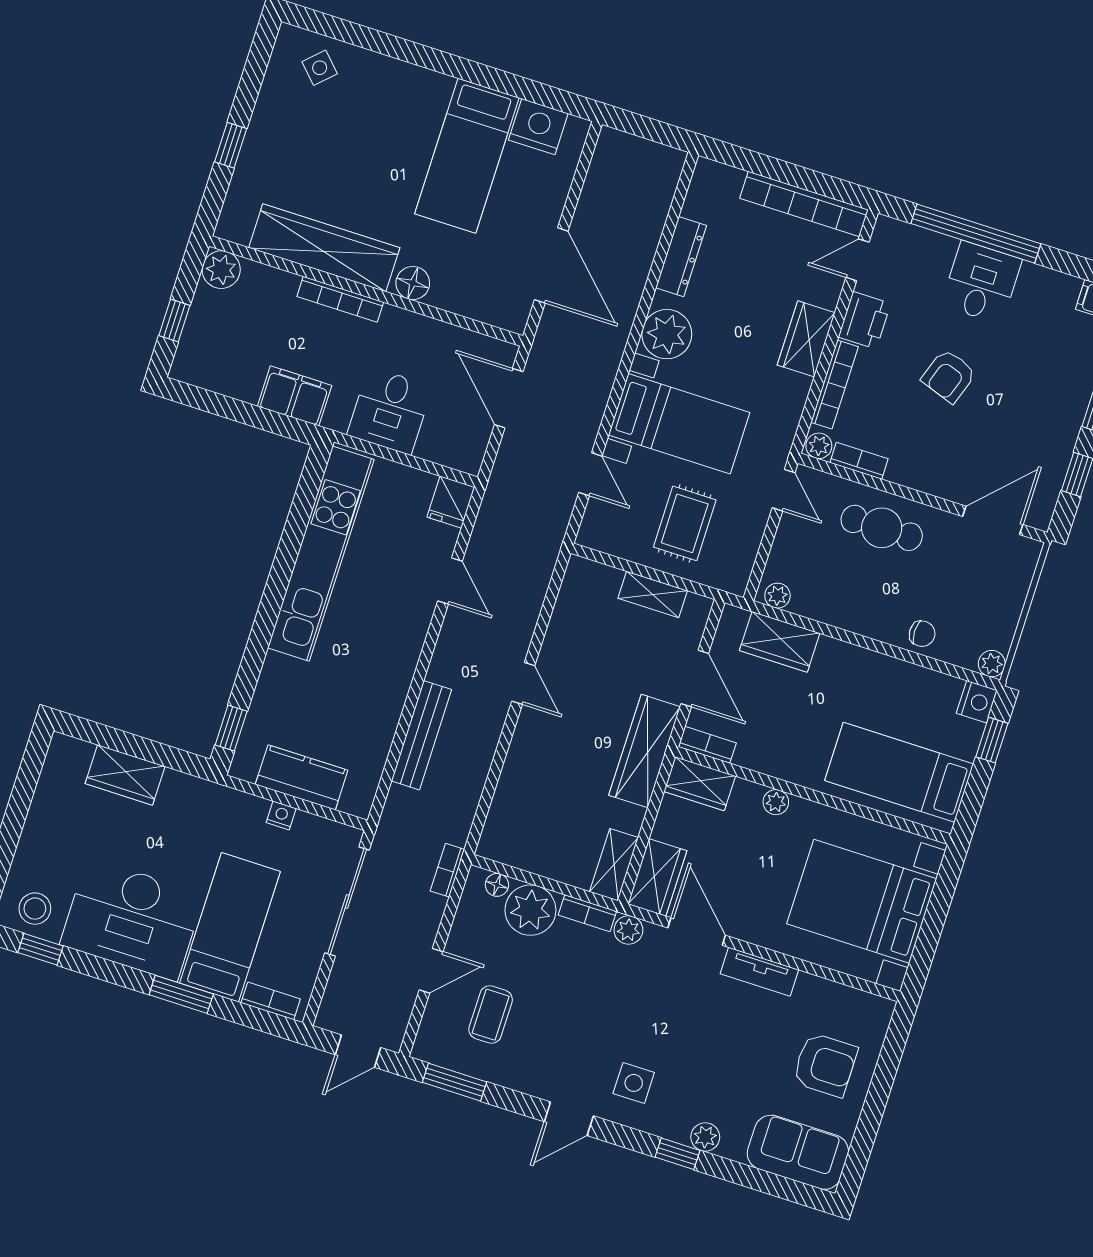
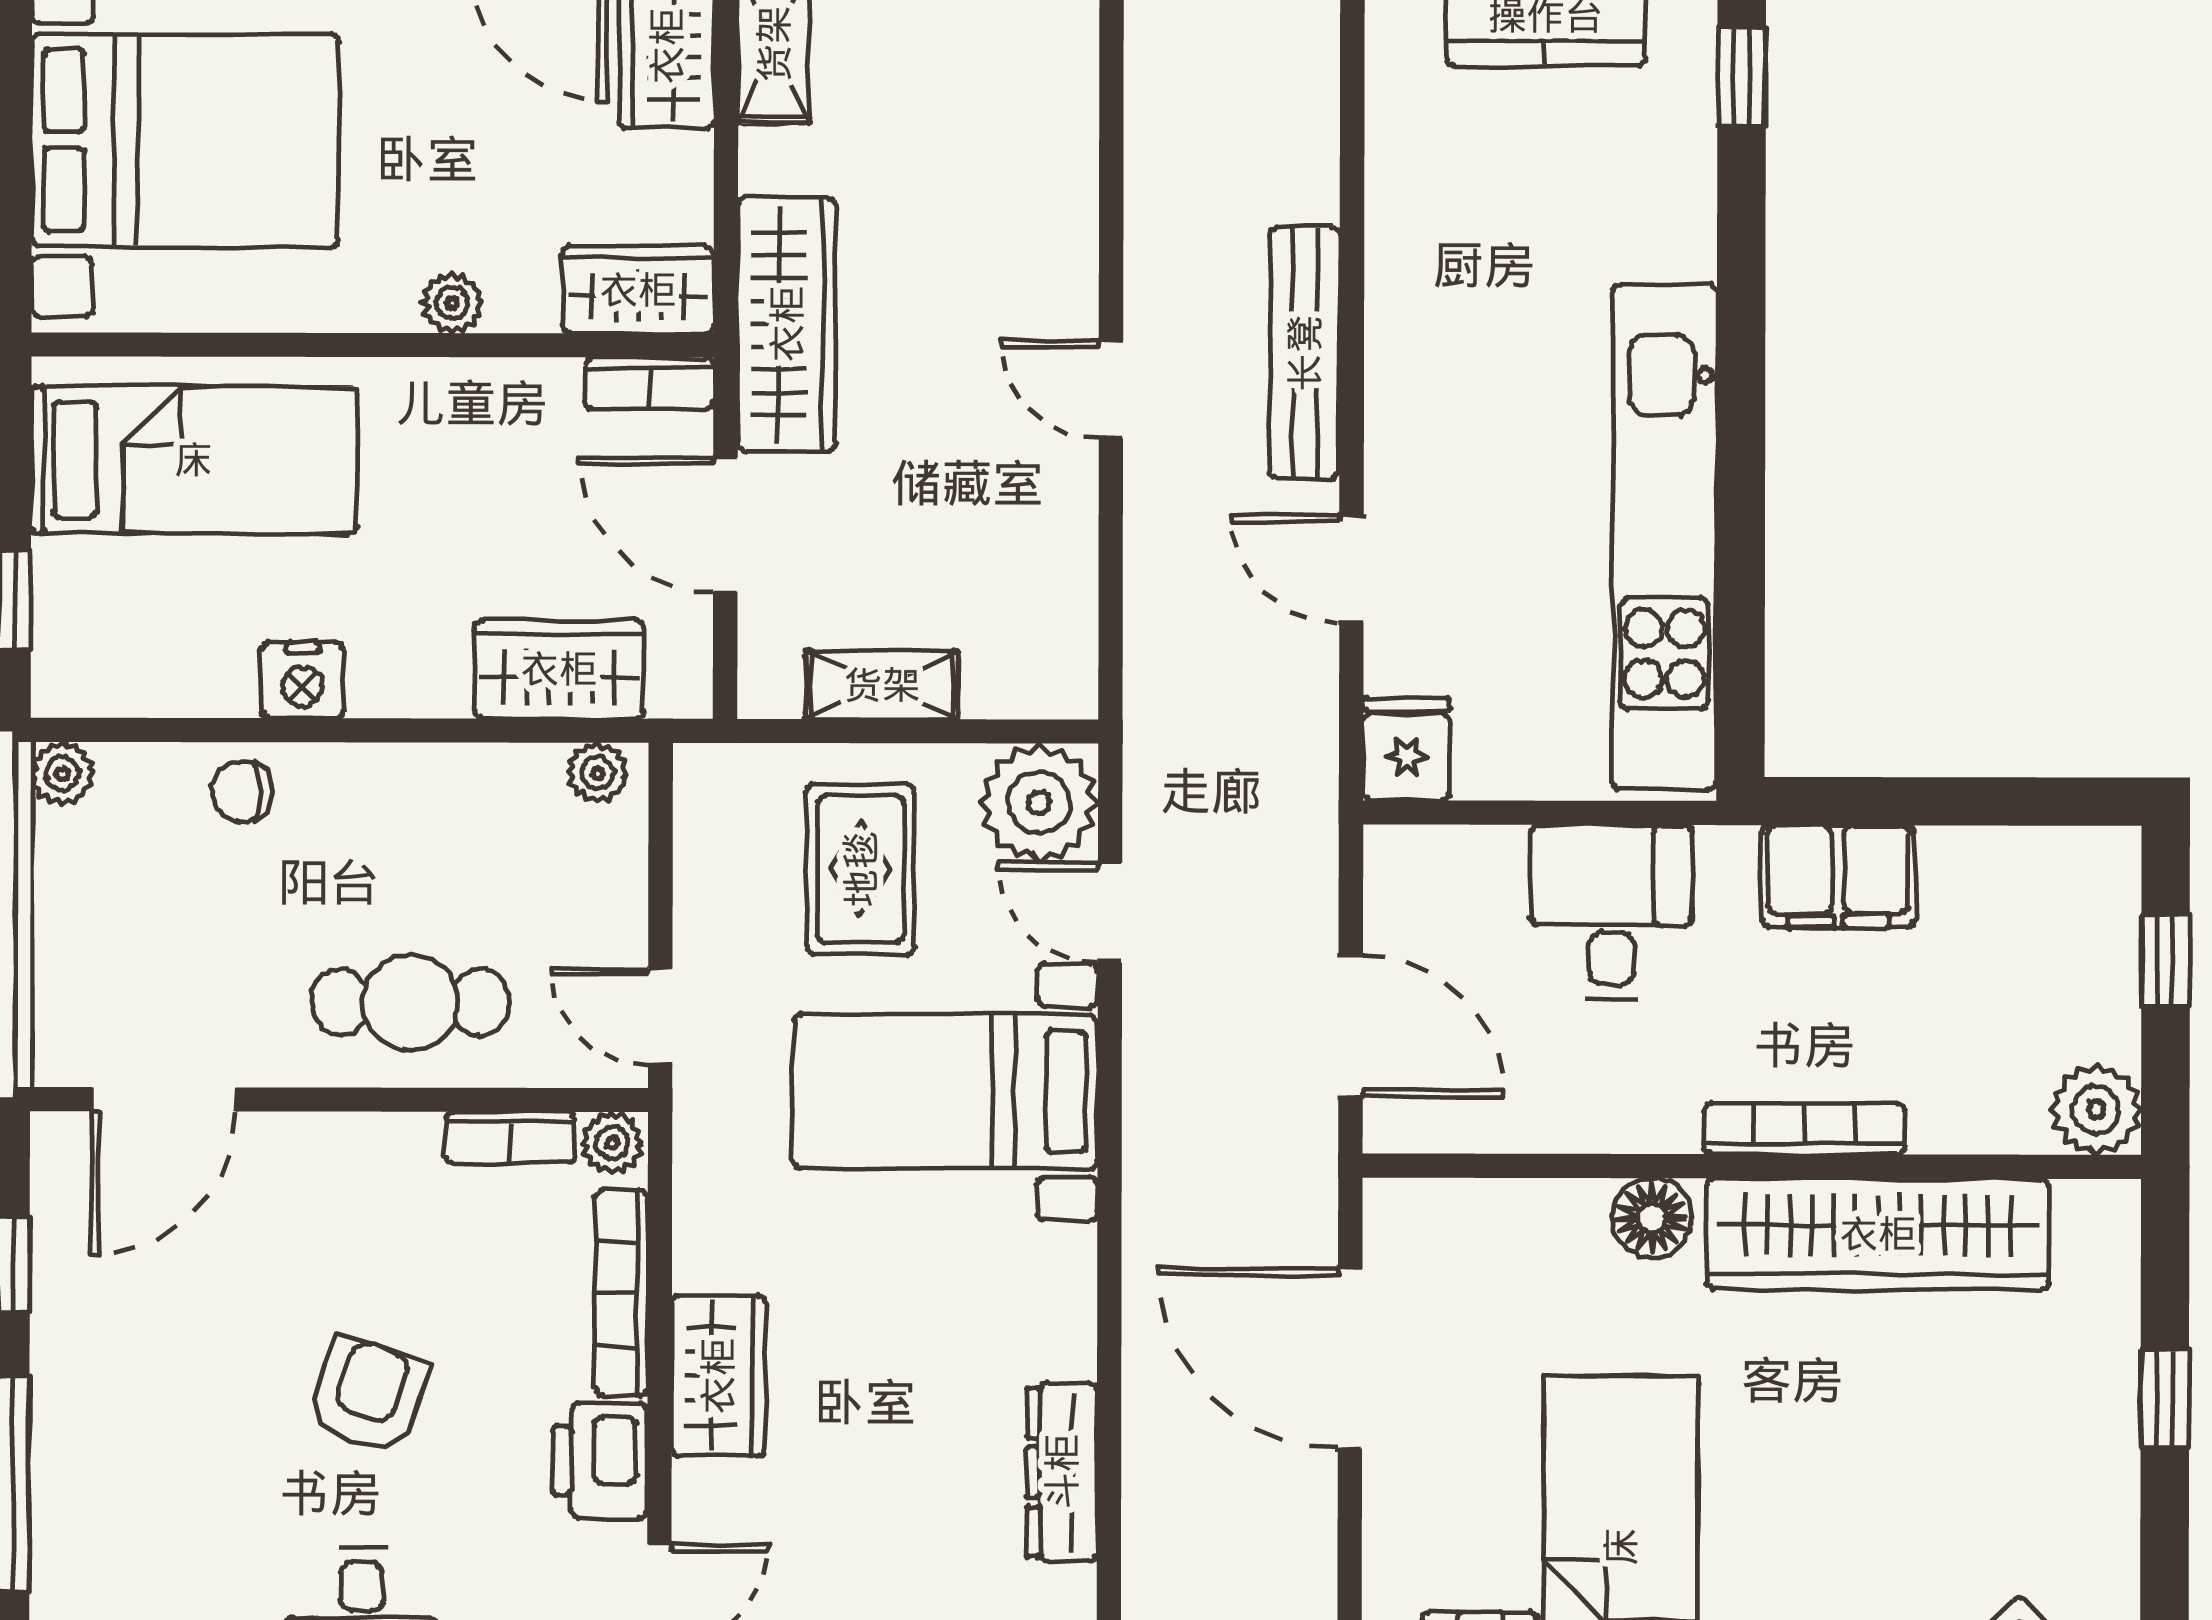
plant: (667, 334) -> (1039, 803), moved
nightstand: (977, 702) -> (302, 680), moved, turned -90
bench: (421, 735) -> (1305, 353), moved

